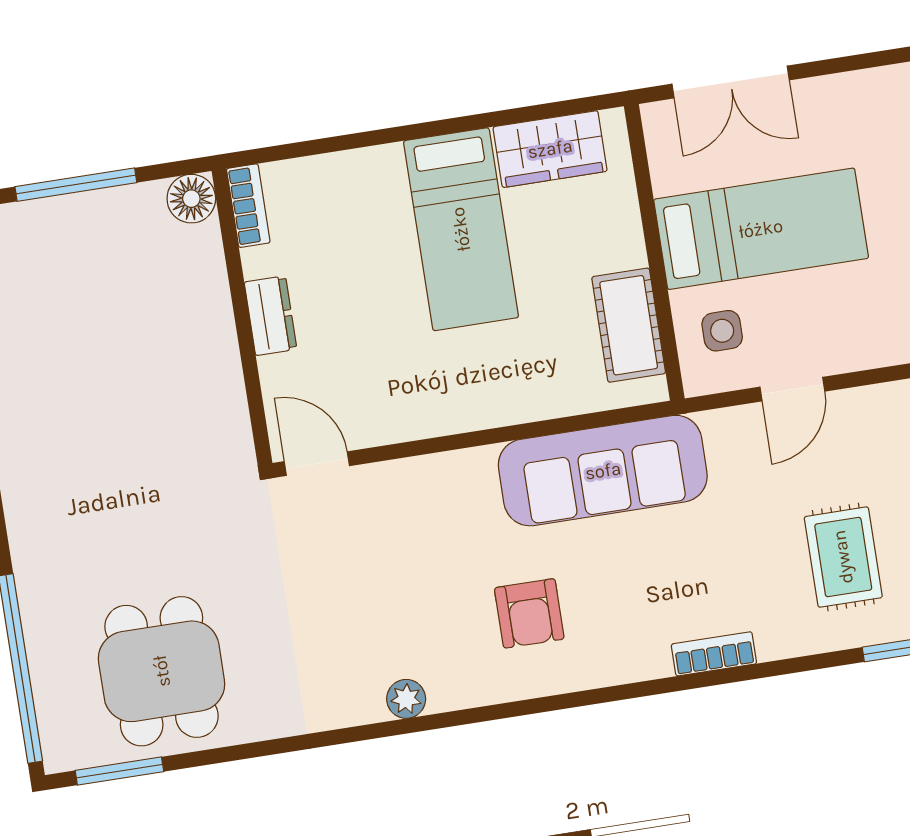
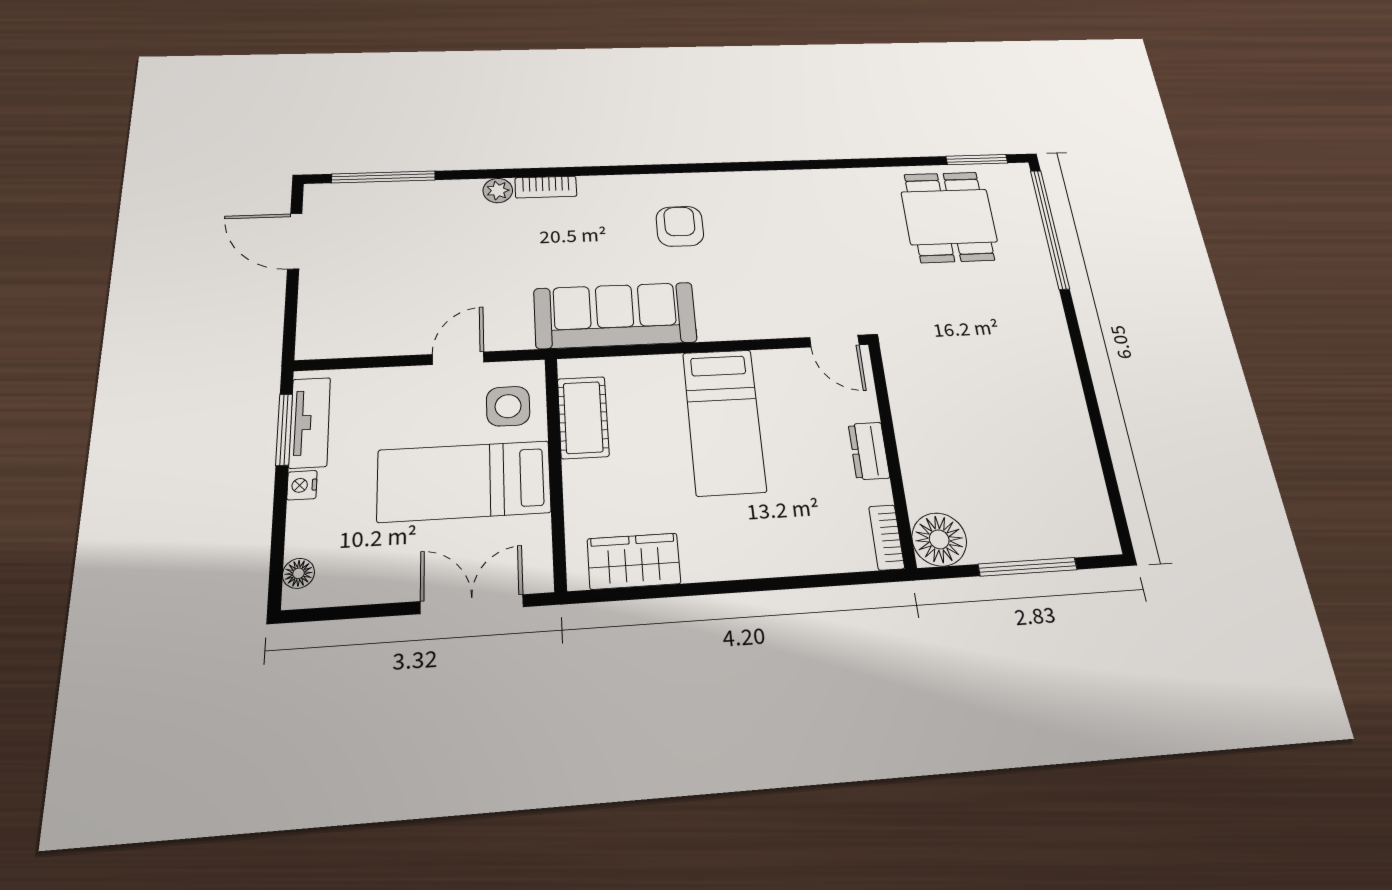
floor lamp: (191, 199) -> (939, 539), width x1.38, depth x1.38
bed: (461, 229) -> (724, 421), moved, turned 180
side table: (722, 331) -> (508, 406), width x1.37, depth x1.37
rug: (843, 557) -> (438, 239), removed
plant: (406, 699) -> (498, 191), moved

